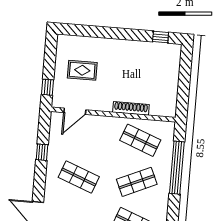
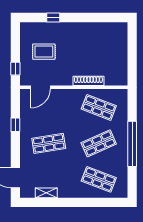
window: (161, 37) -> (53, 18), moved
window: (177, 168) -> (132, 144), moved
shop shelf: (79, 177) -> (49, 143), turned -30

